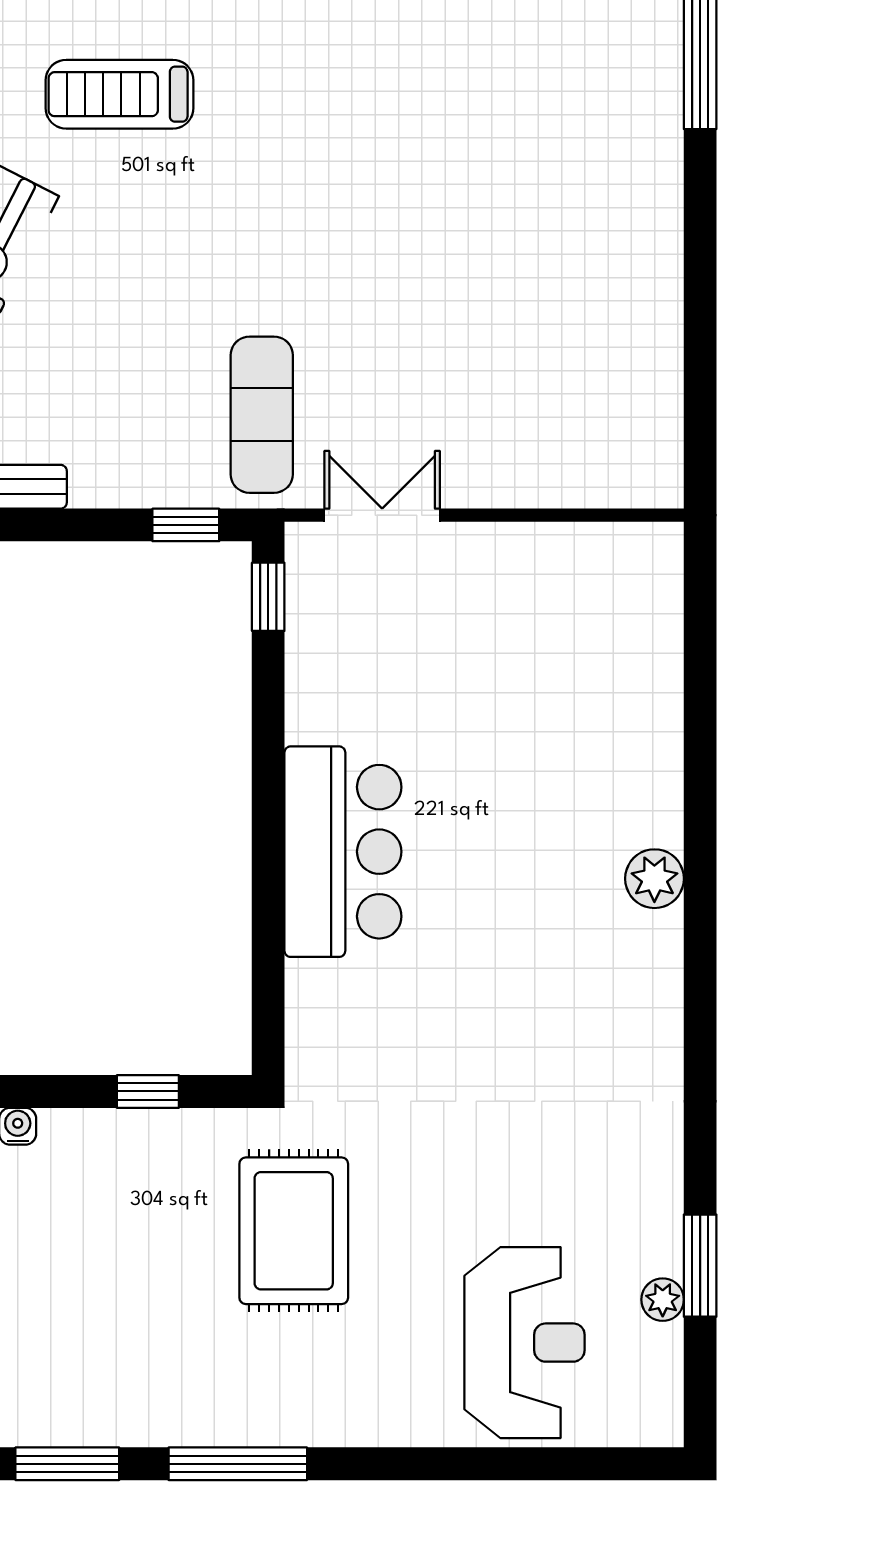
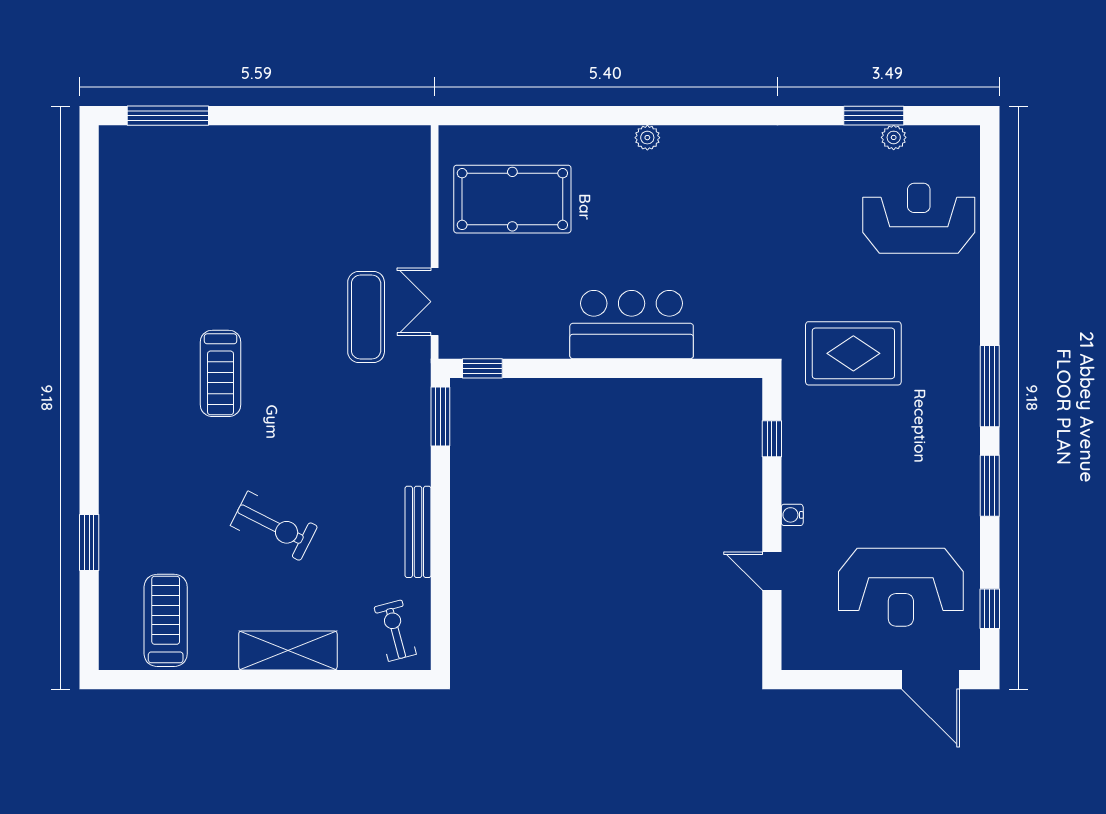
treadmill: (119, 94) -> (221, 373), moved
exercise mat: (262, 415) -> (366, 317), moved, turned 90
window: (186, 525) -> (440, 417), width x1.50
pool table: (557, 648) -> (512, 199), added
plant: (654, 879) -> (647, 138), width x0.73, depth x0.73

